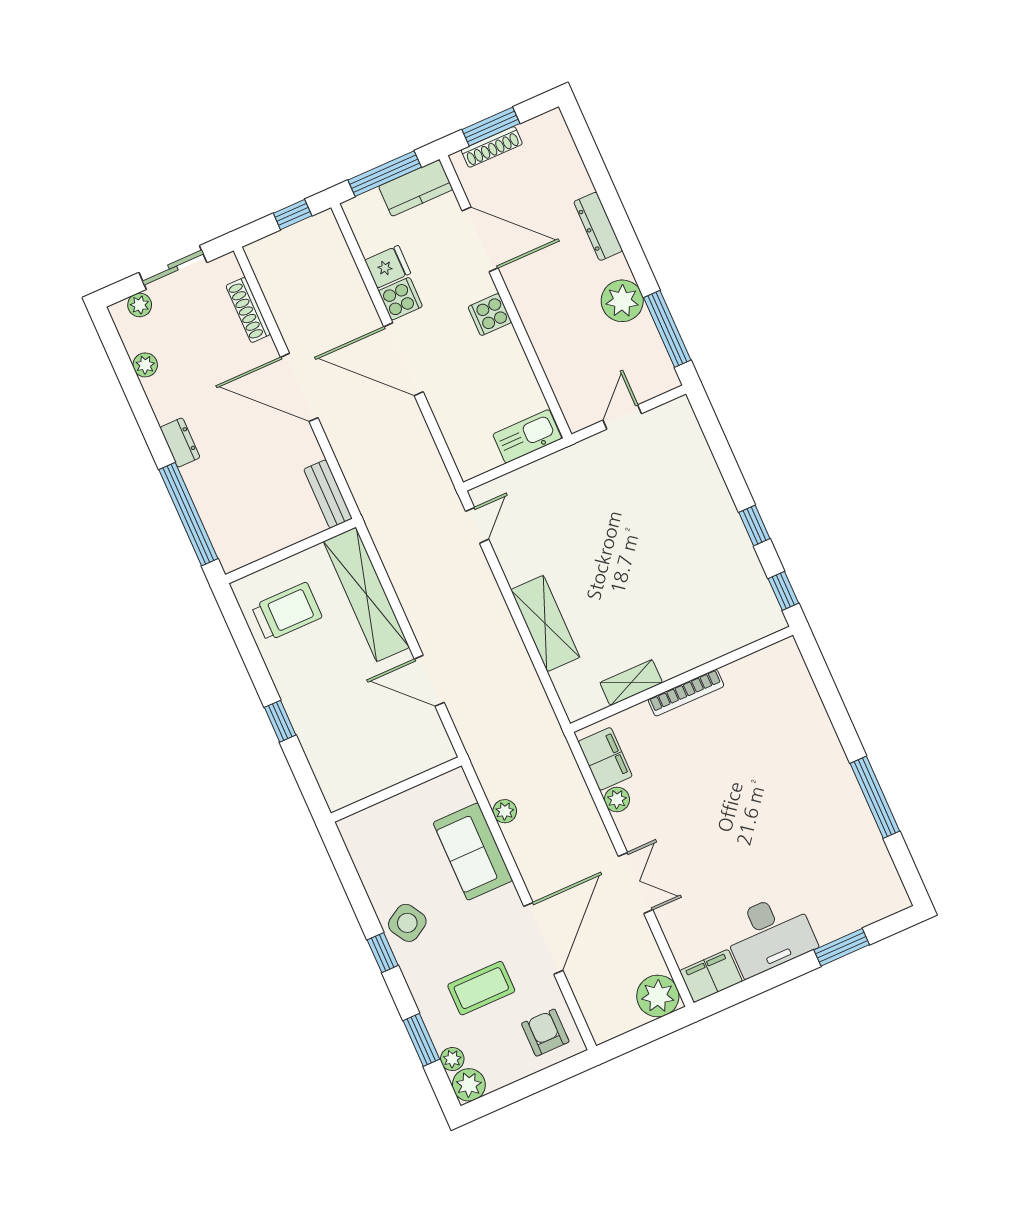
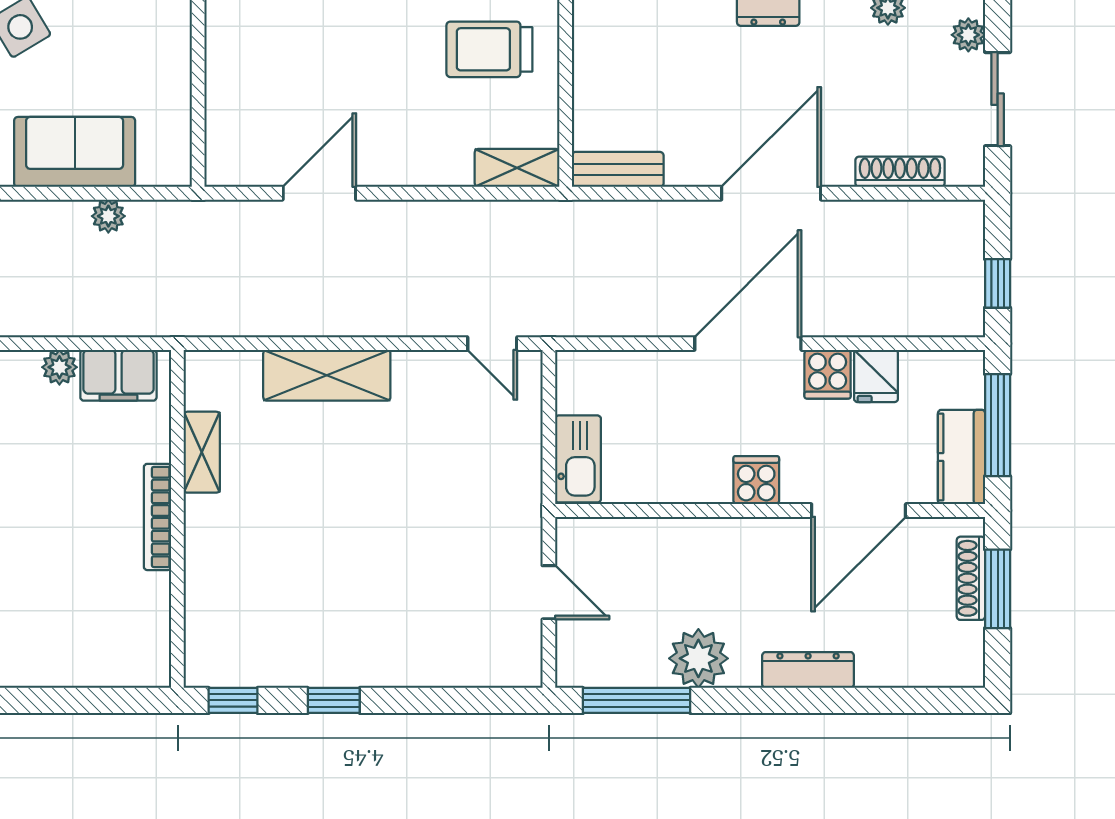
shelving: (366, 594) -> (517, 168), width x0.45, depth x0.75
trolley: (287, 612) -> (489, 49), turned 90

